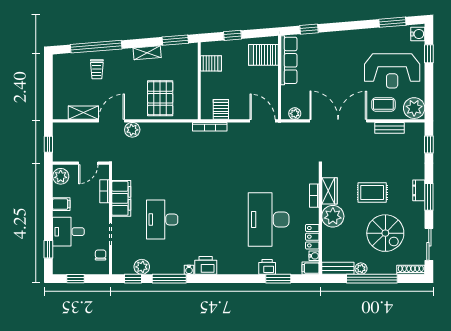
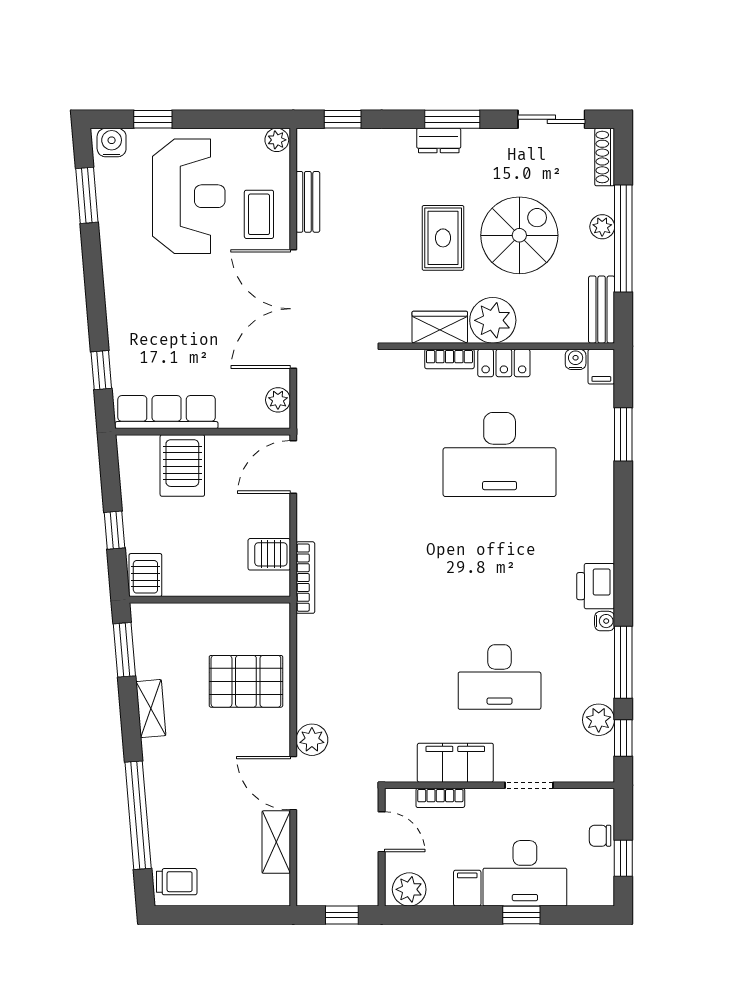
server rack: (263, 55) -> (182, 466), moved
server rack: (211, 63) -> (145, 575), moved
trolley: (97, 69) -> (177, 882), moved
plant: (414, 108) -> (277, 140), width x0.53, depth x0.53
desk: (68, 232) -> (525, 873), width x1.37
spiral stairs: (385, 233) -> (519, 235), moved
locker: (312, 237) -> (504, 363), moved
window: (48, 249) -> (521, 915), moved
chair: (101, 255) -> (600, 836), moved
printer: (267, 267) -> (599, 458), removed
plant: (361, 269) -> (602, 227), moved

